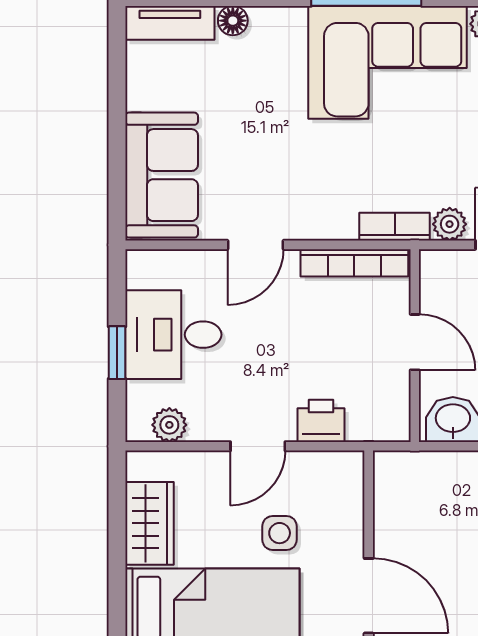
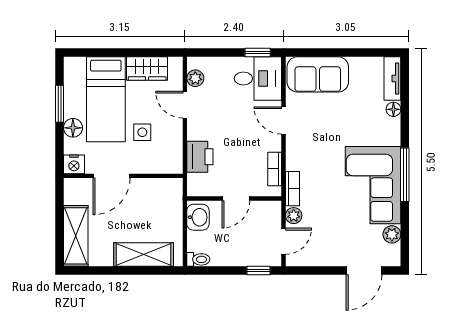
bookcase: (354, 263) -> (275, 169), width x0.64
desk: (173, 335) -> (258, 78), moved, turned 90
window: (117, 353) -> (258, 53), moved
printer: (321, 421) -> (200, 157), width x1.36, depth x1.24
door: (258, 446) -> (185, 105), moved

